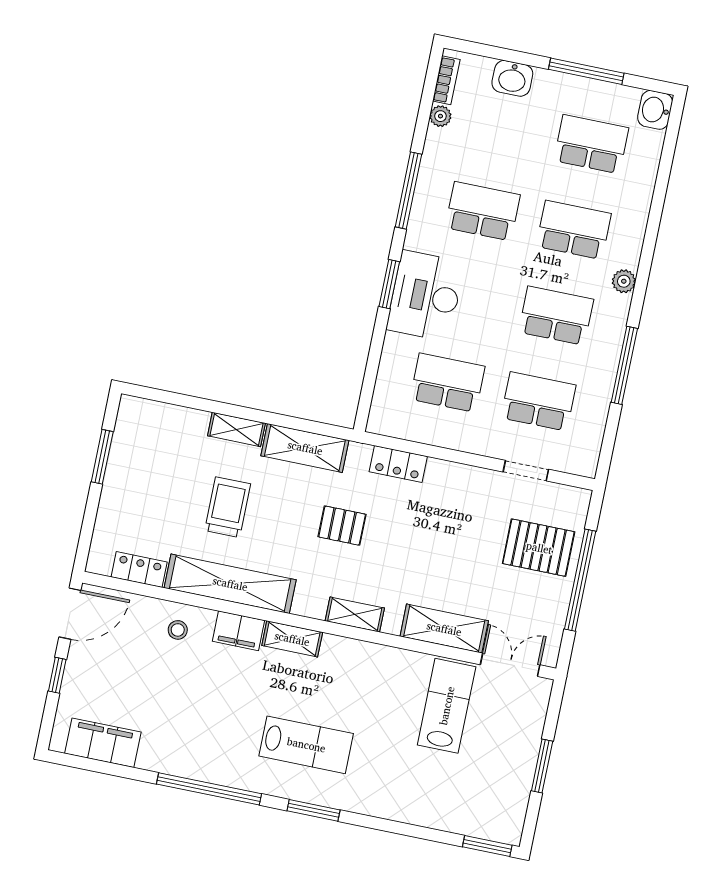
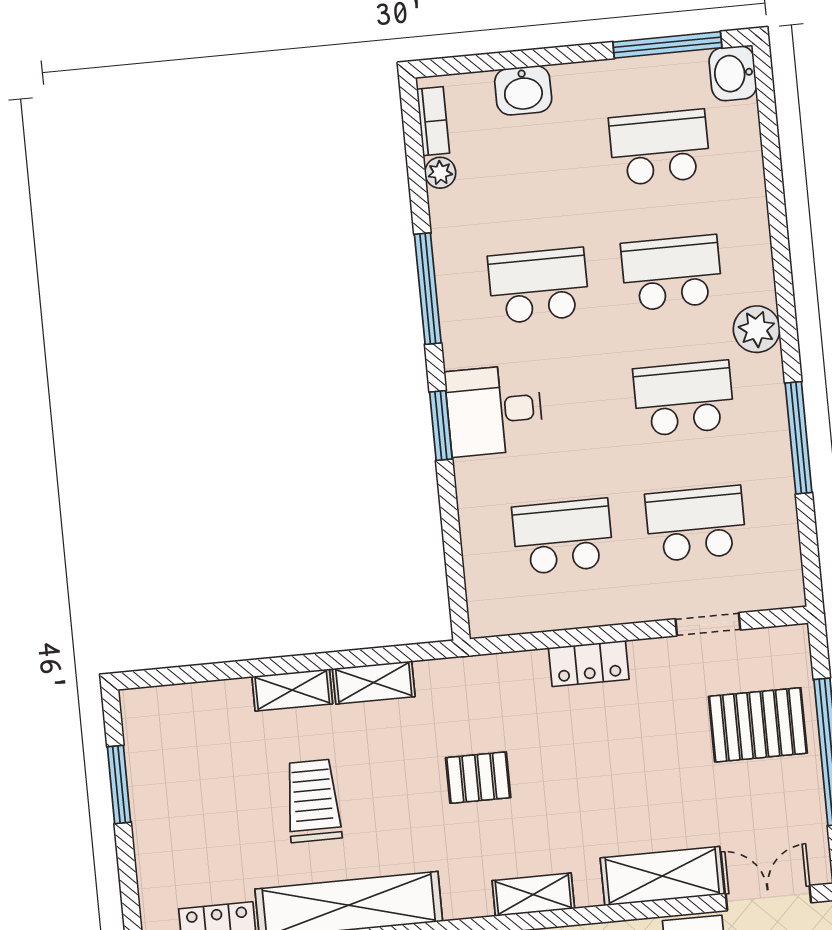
window: (586, 71) -> (667, 45), moved
plant: (624, 281) -> (757, 329), width x1.38, depth x1.38
desk: (425, 296) -> (494, 410), width x0.73
shelving: (305, 448) -> (374, 683), width x0.67, depth x0.75
locker: (398, 464) -> (589, 664), moved

